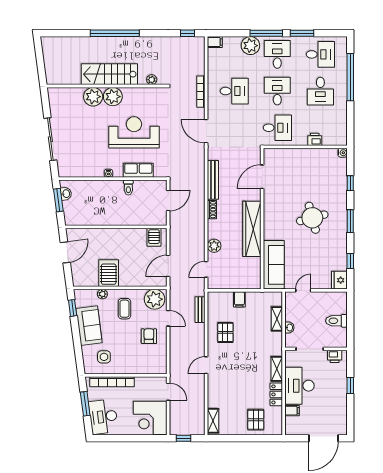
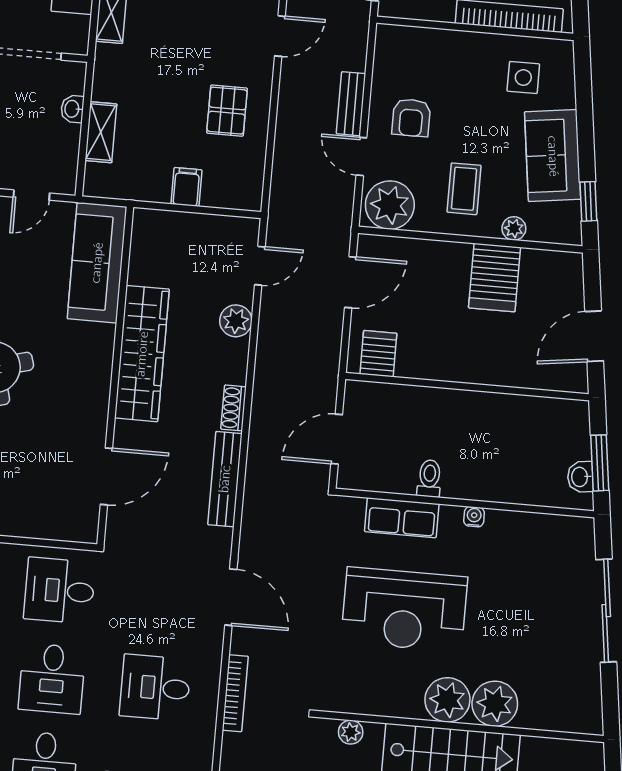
bench: (200, 310) -> (351, 104), moved

